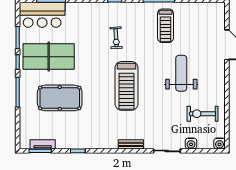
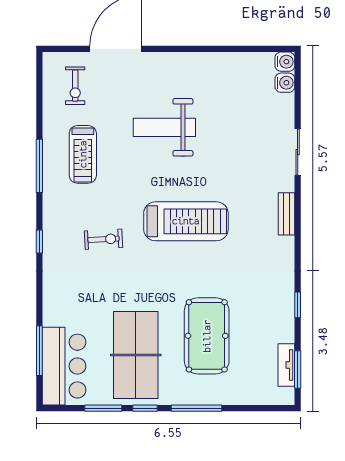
treadmill: (165, 26) -> (83, 154), turned 90
exercise bike: (203, 114) -> (75, 86), moved, width x0.73, depth x0.72
water cooler: (191, 143) -> (285, 83), moved

